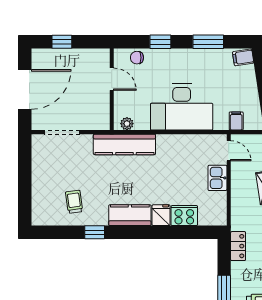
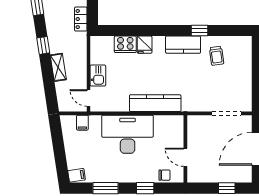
plant: (127, 124) -> (173, 120), removed
kitchen counter: (124, 144) -> (155, 103), moved
kitchen counter: (130, 215) -> (183, 45), moved

